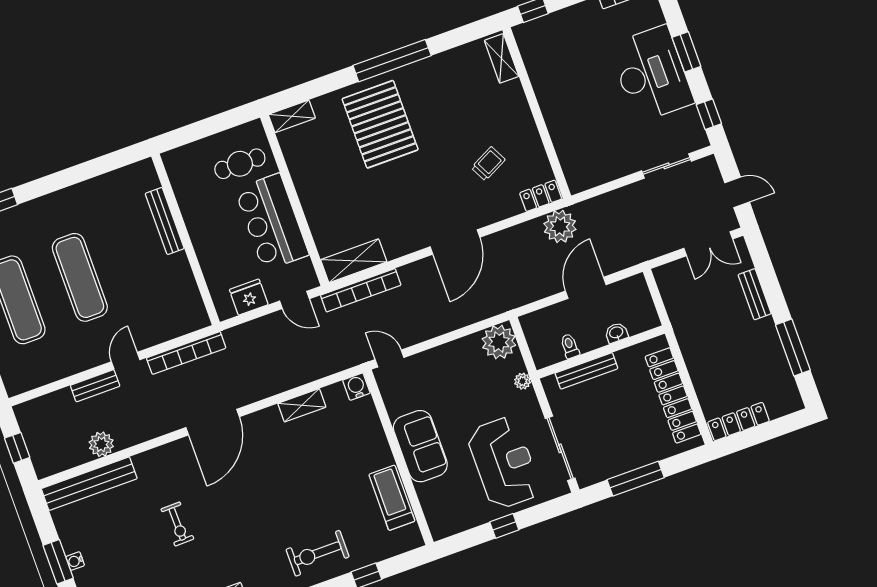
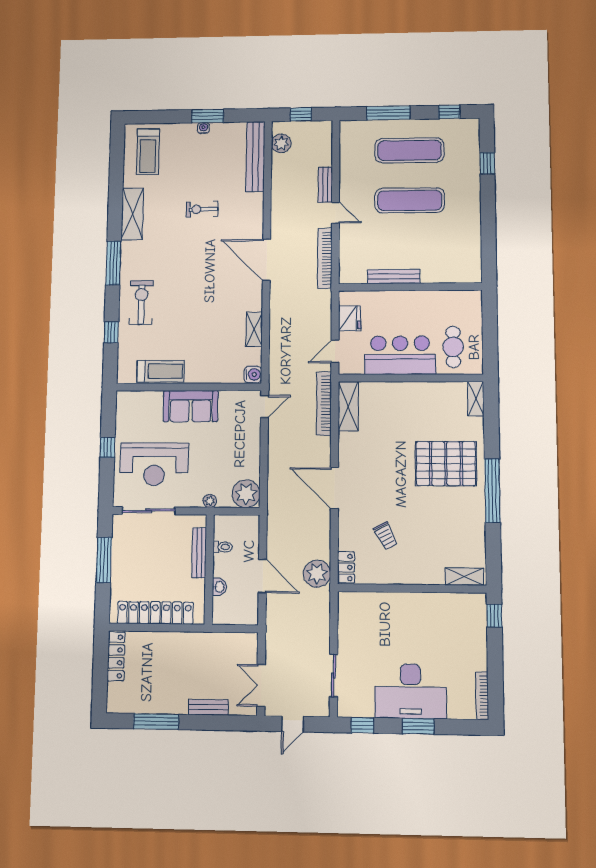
bench: (165, 221) -> (394, 277), moved
plant: (101, 444) -> (281, 143), moved

